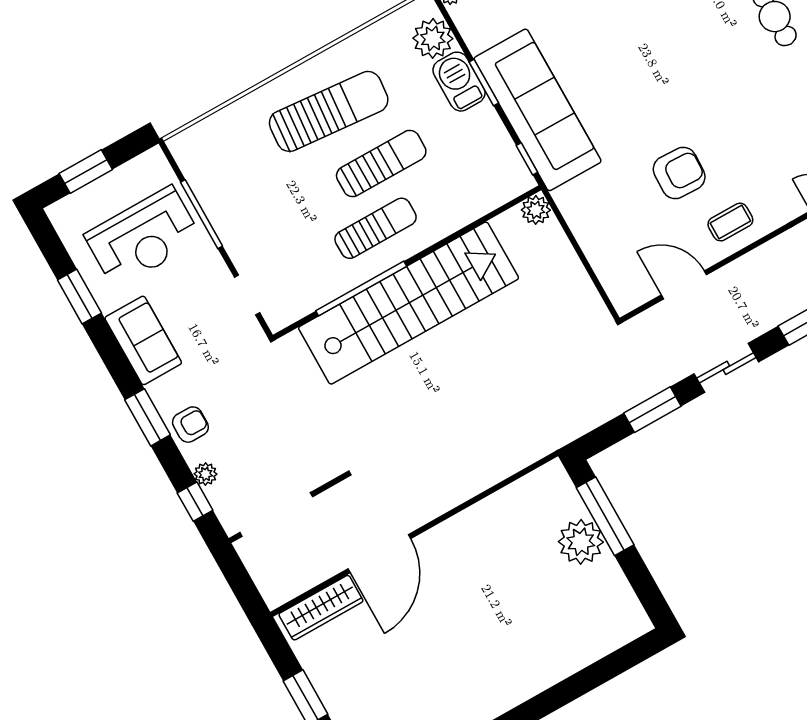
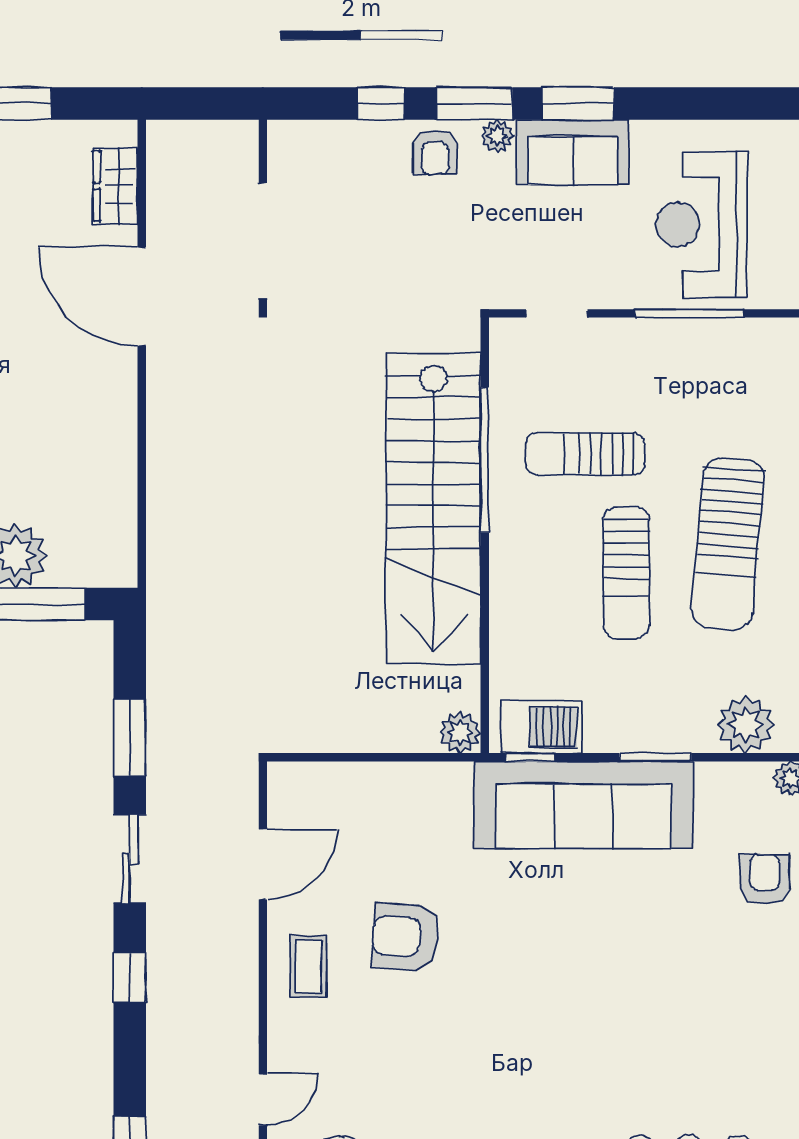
barbecue: (459, 82) -> (541, 727), moved
armchair: (679, 173) -> (405, 937), turned 92
sun lounger: (376, 228) -> (585, 454), moved, turned 90
window: (79, 296) -> (578, 104), moved
plant: (206, 474) -> (497, 136), moved
window: (195, 502) -> (381, 104), moved
doorway: (276, 514) -> (263, 241), moved
wardrobe: (321, 608) -> (115, 186), width x0.67

